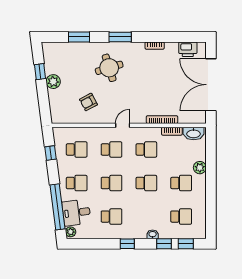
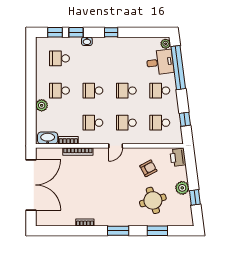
printer: (188, 49) -> (178, 157), moved, turned -97
round table: (109, 68) -> (153, 200), moved
school desk: (111, 217) -> (126, 58), removed

